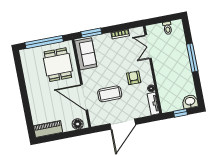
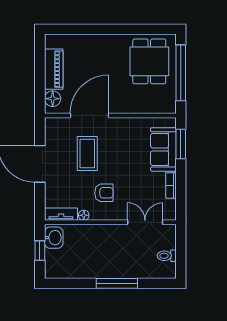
sofa: (86, 54) -> (163, 149), moved, turned 90
dining table: (58, 65) -> (149, 61), moved, turned 90
washbasin: (190, 102) -> (54, 238), moved
piano: (48, 129) -> (54, 69), moved

